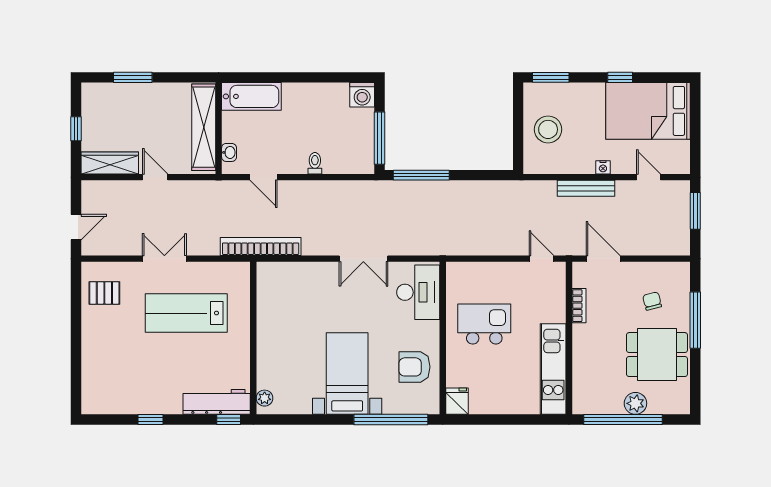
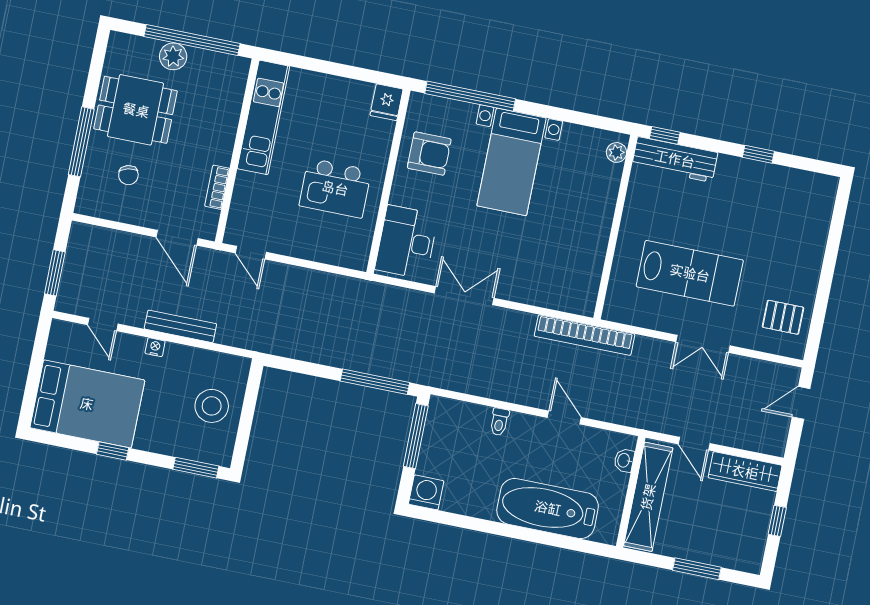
bathtub: (251, 96) -> (548, 508), width x1.36, depth x1.36
shelving: (204, 127) -> (648, 497), moved
wall: (219, 128) -> (631, 492), moved
washbasin: (229, 152) -> (624, 460), moved

